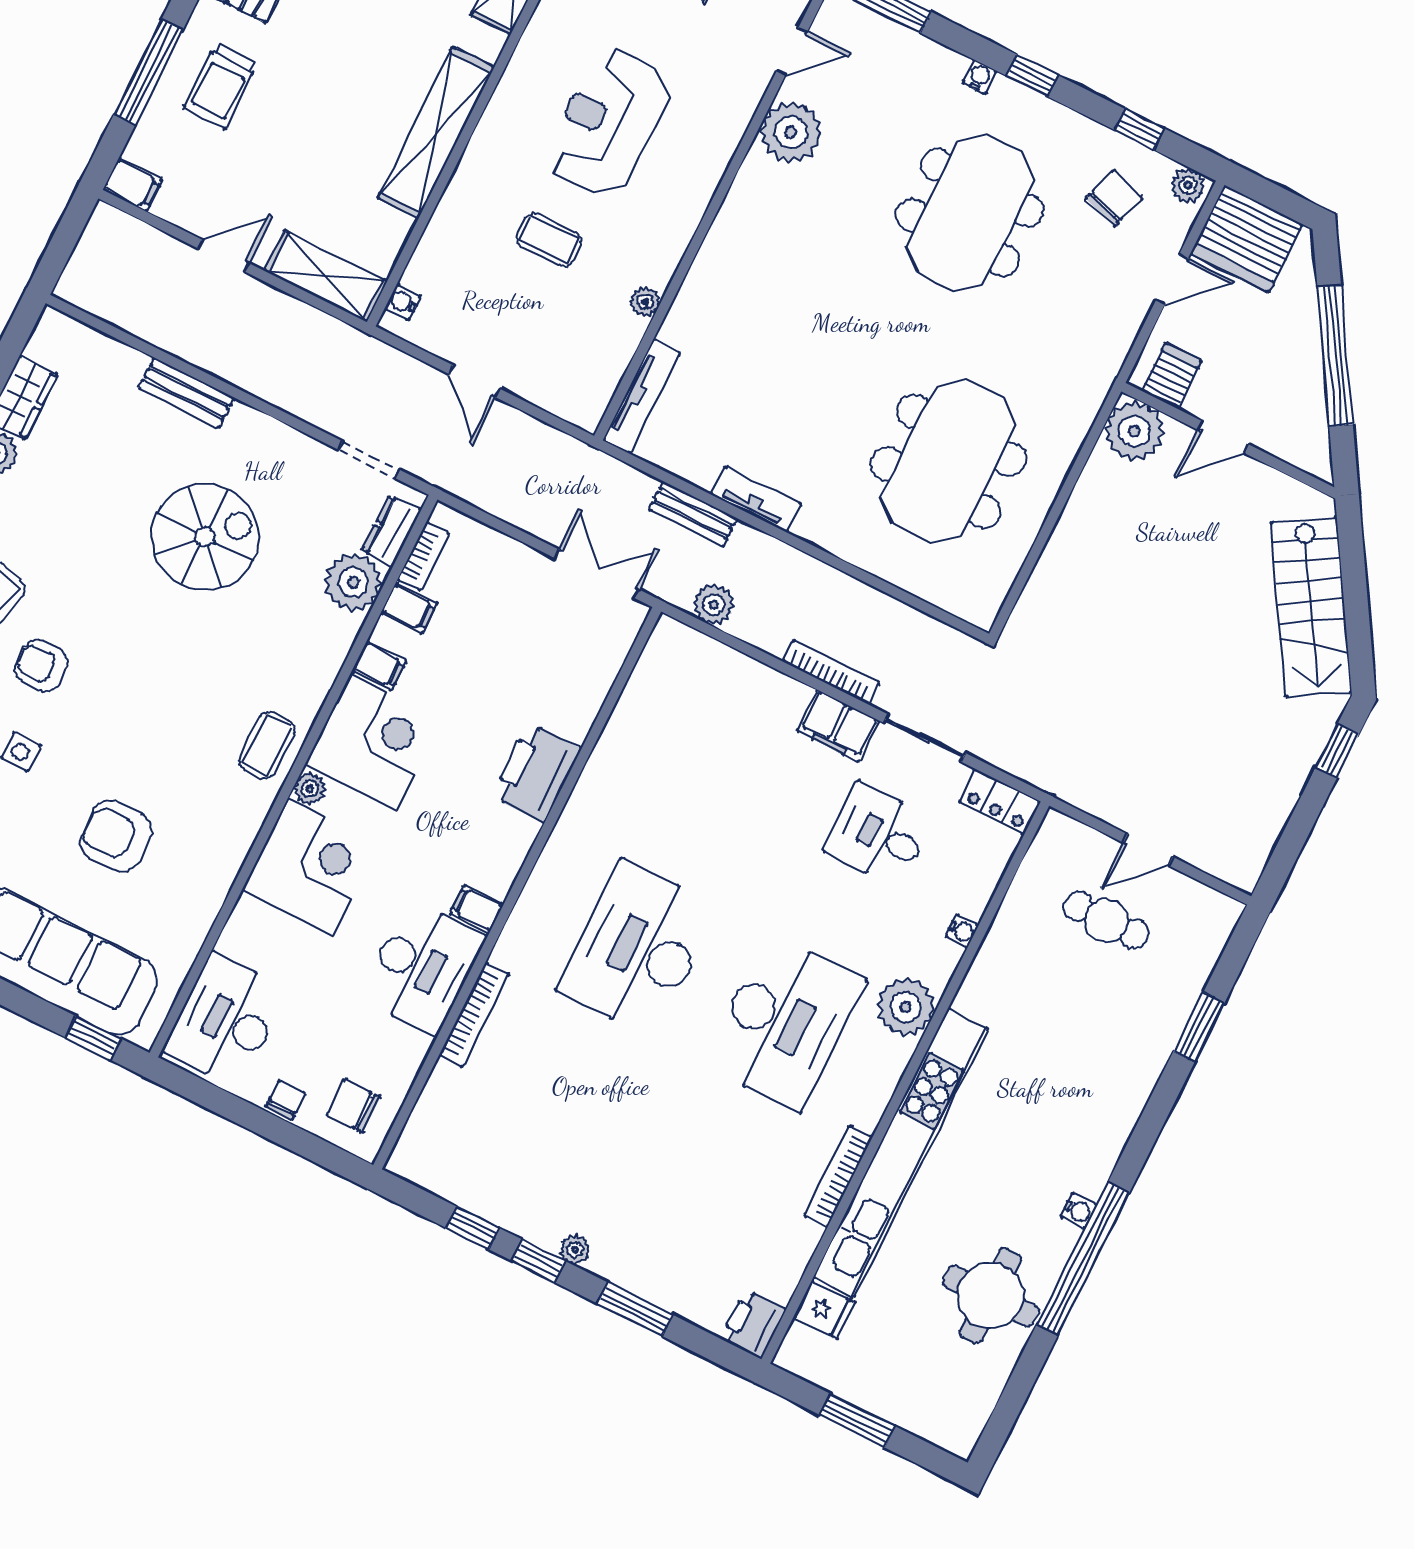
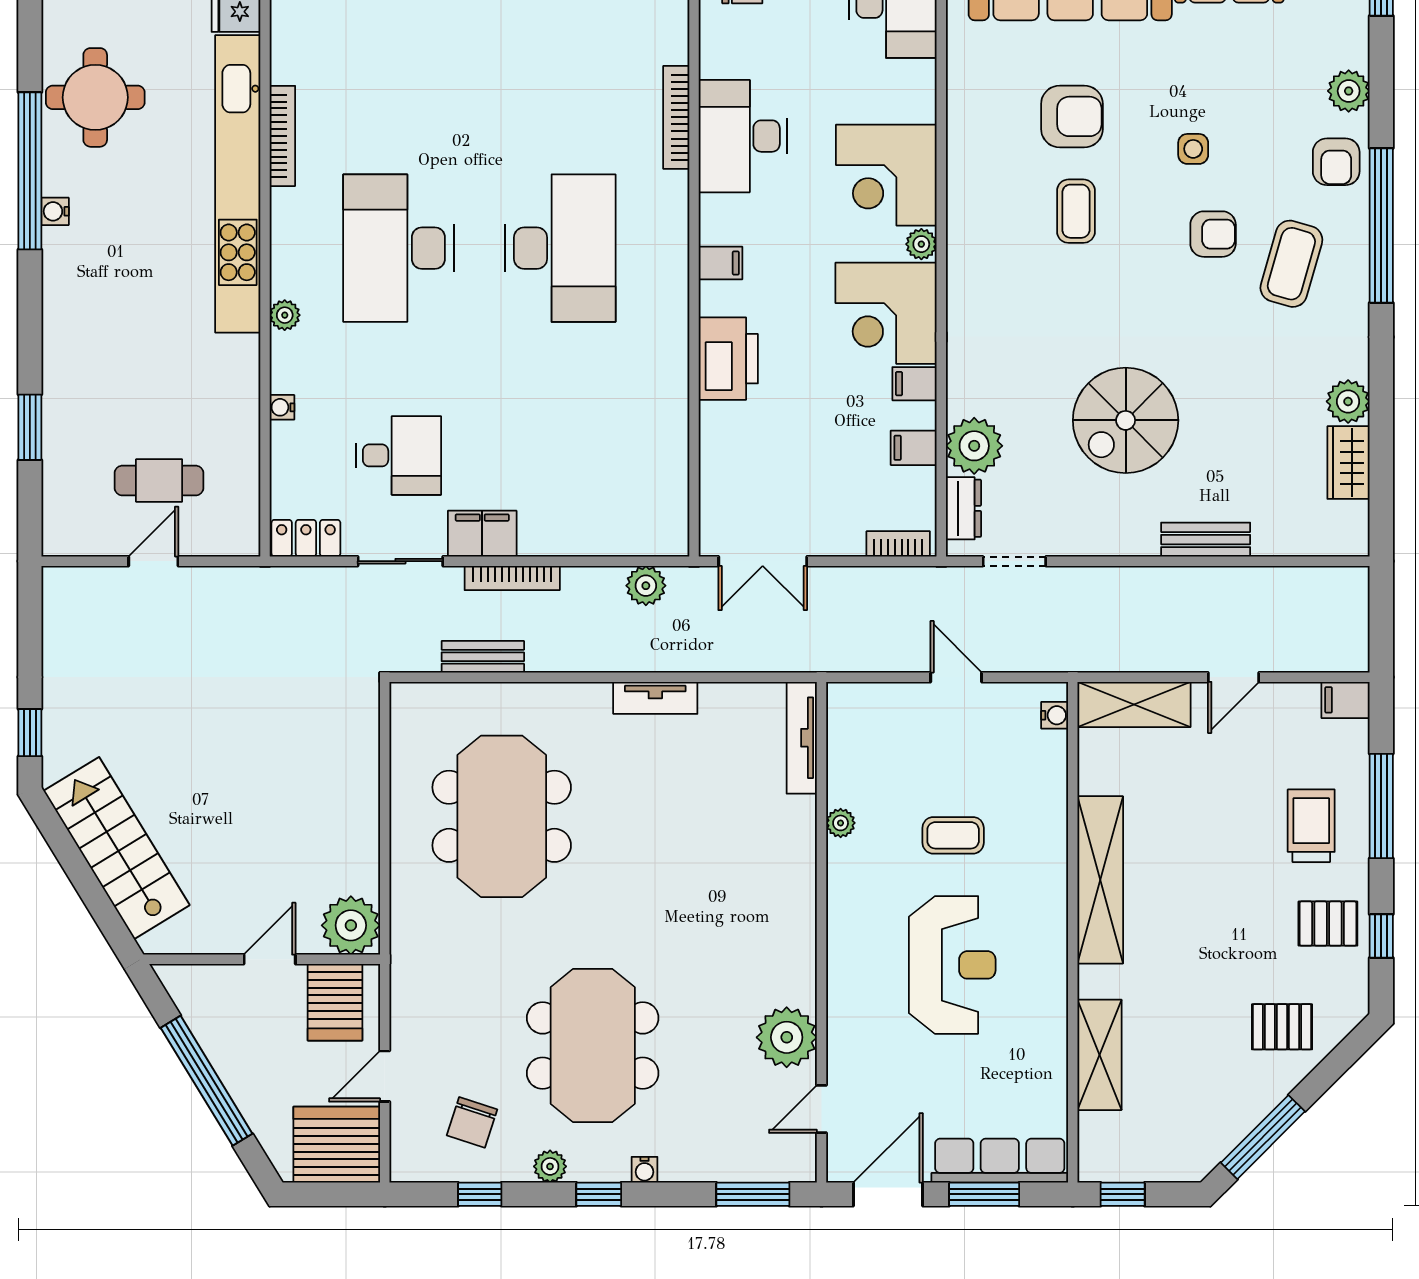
plant: (1188, 185) -> (550, 1166), moved
server rack: (1172, 376) -> (335, 1002), width x1.36, depth x1.44
bench: (693, 514) -> (483, 657), moved
bookcase: (423, 556) -> (898, 544), moved, turned 90
coffee table: (267, 746) -> (1076, 211), moved
filing cabinet: (477, 909) -> (720, 263), moved
plant: (906, 1007) -> (285, 315), width x0.53, depth x0.53

